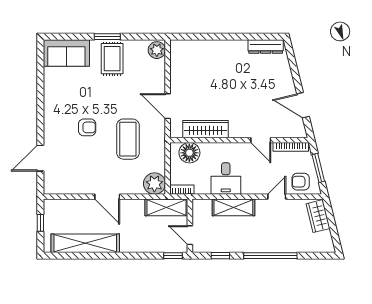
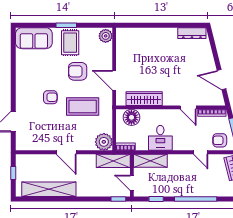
armchair: (121, 95) -> (78, 71), added
coffee table: (128, 139) -> (83, 106), turned 90
door: (277, 197) -> (201, 152), swing flipped
shelving: (233, 207) -> (150, 161), moved

